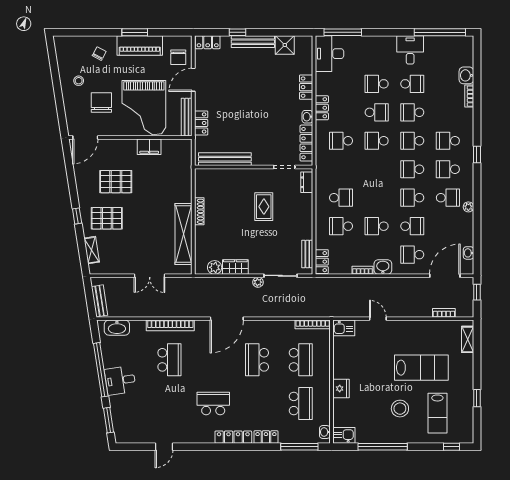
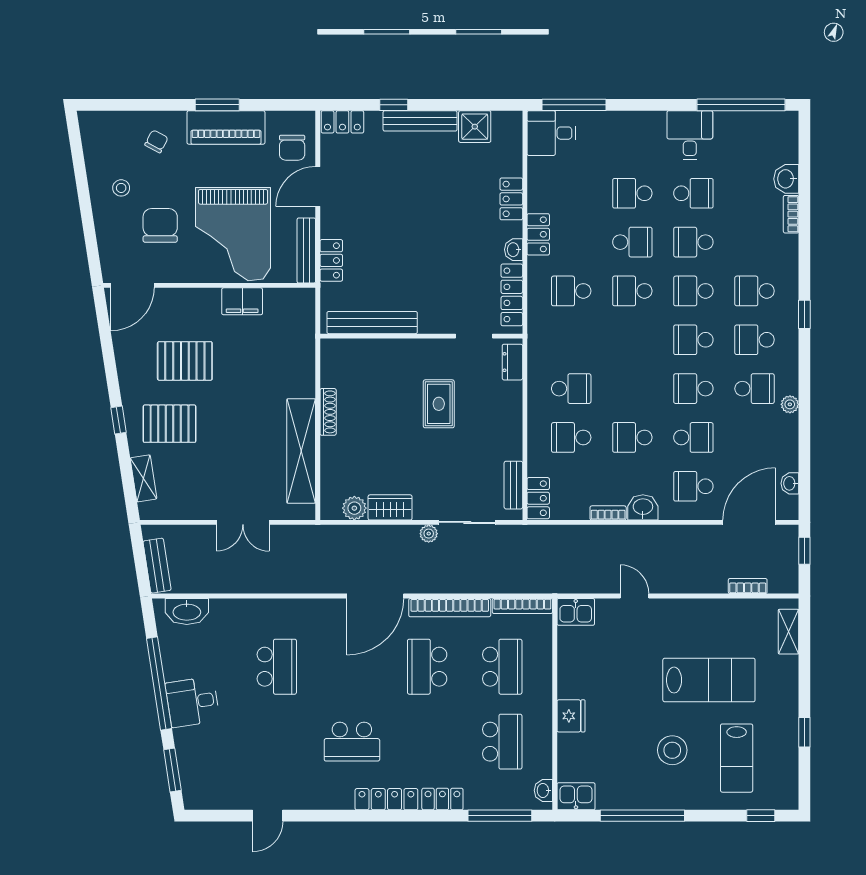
desk: (329, 54) -> (551, 133), width x0.73
bookcase: (170, 325) -> (450, 608), moved
school desk: (213, 404) -> (352, 742), turned 180

